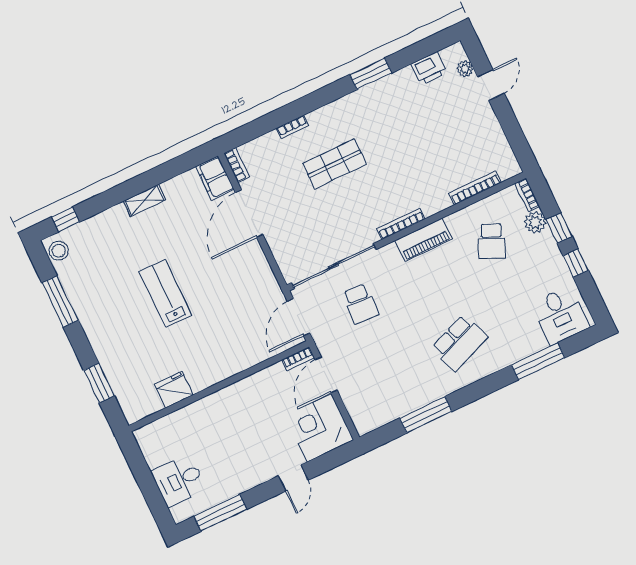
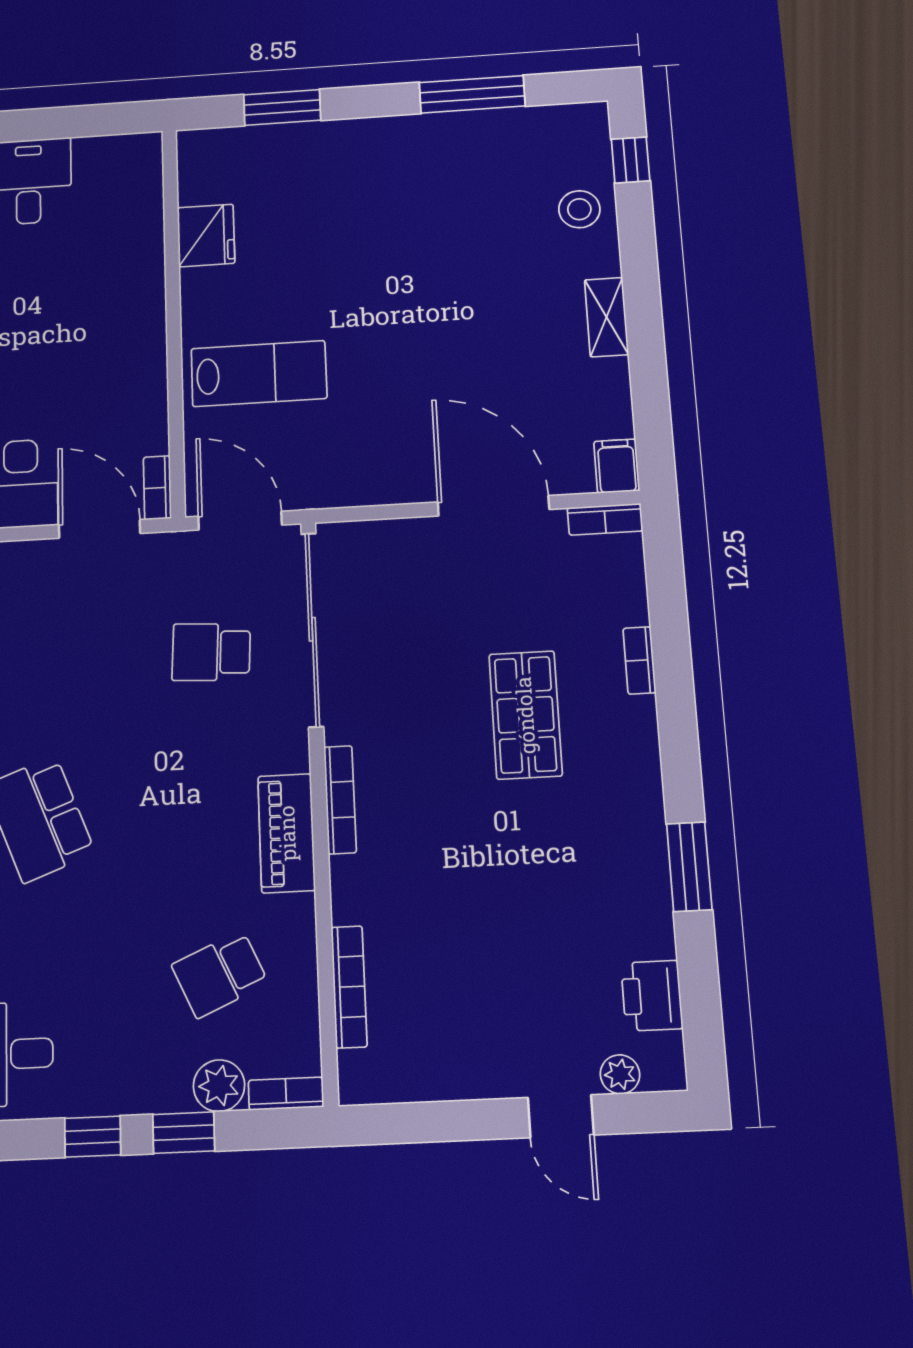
filing cabinet: (215, 178) -> (617, 466), width x0.50
school desk: (491, 241) -> (220, 974), turned -48
stool: (59, 251) -> (579, 209), moved
lab bench: (165, 293) -> (259, 374), moved

